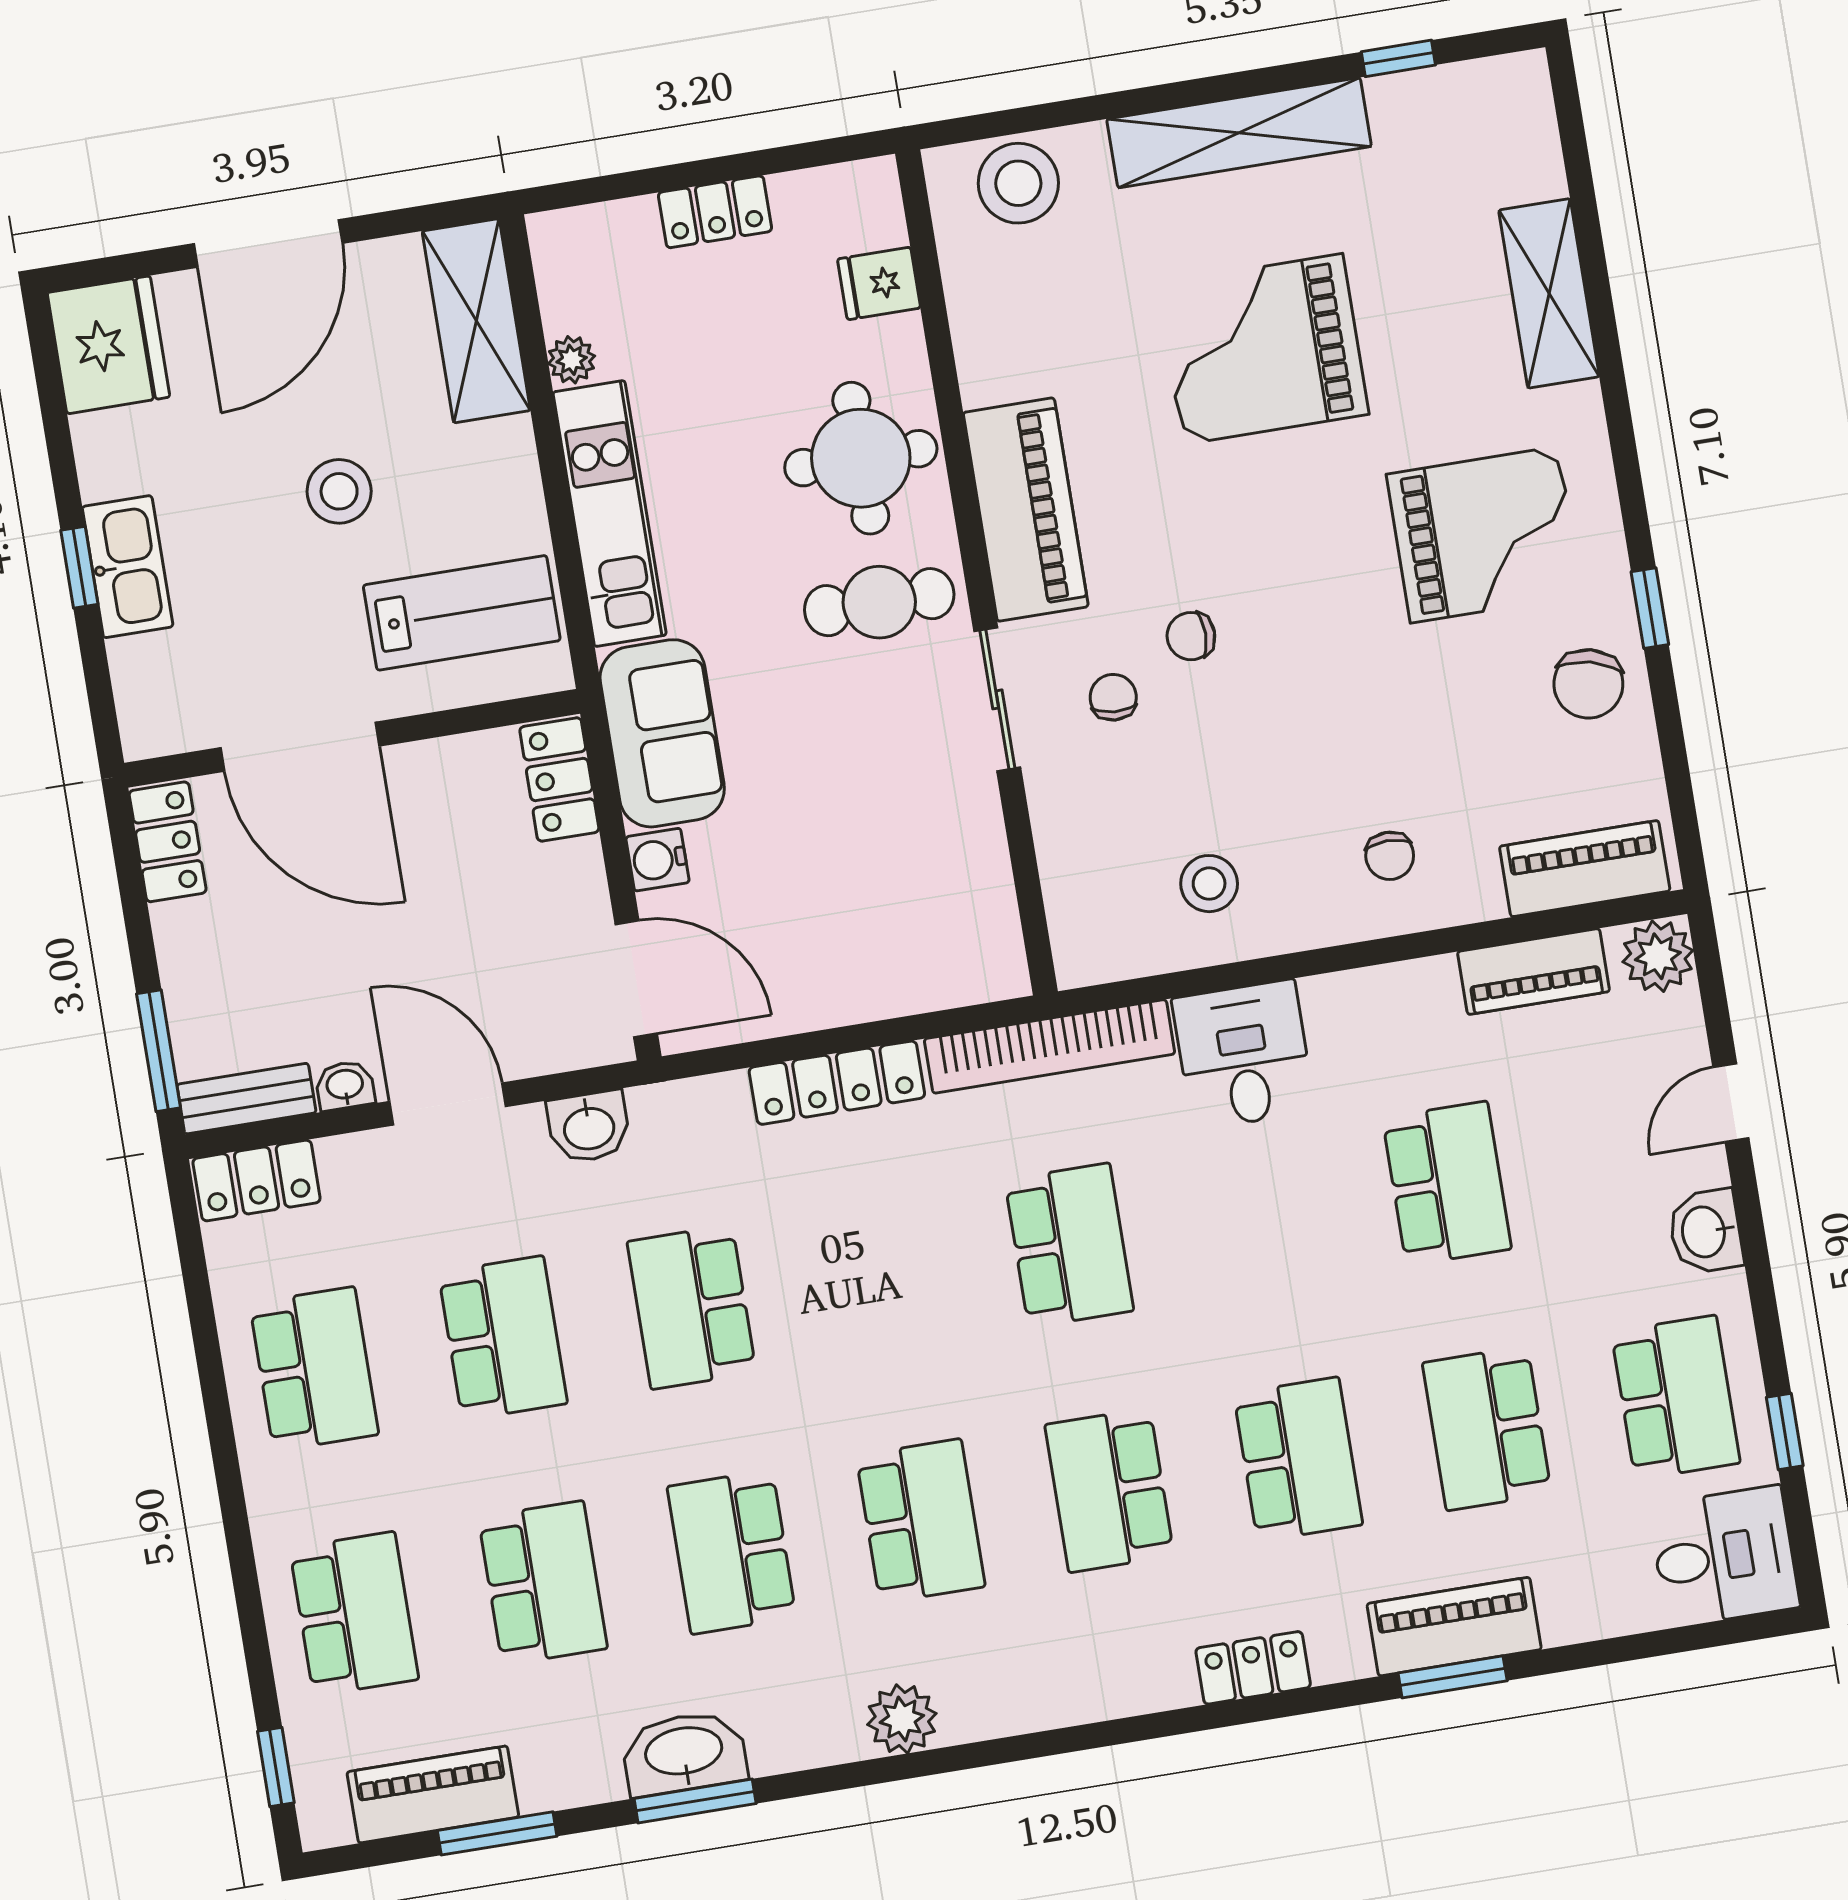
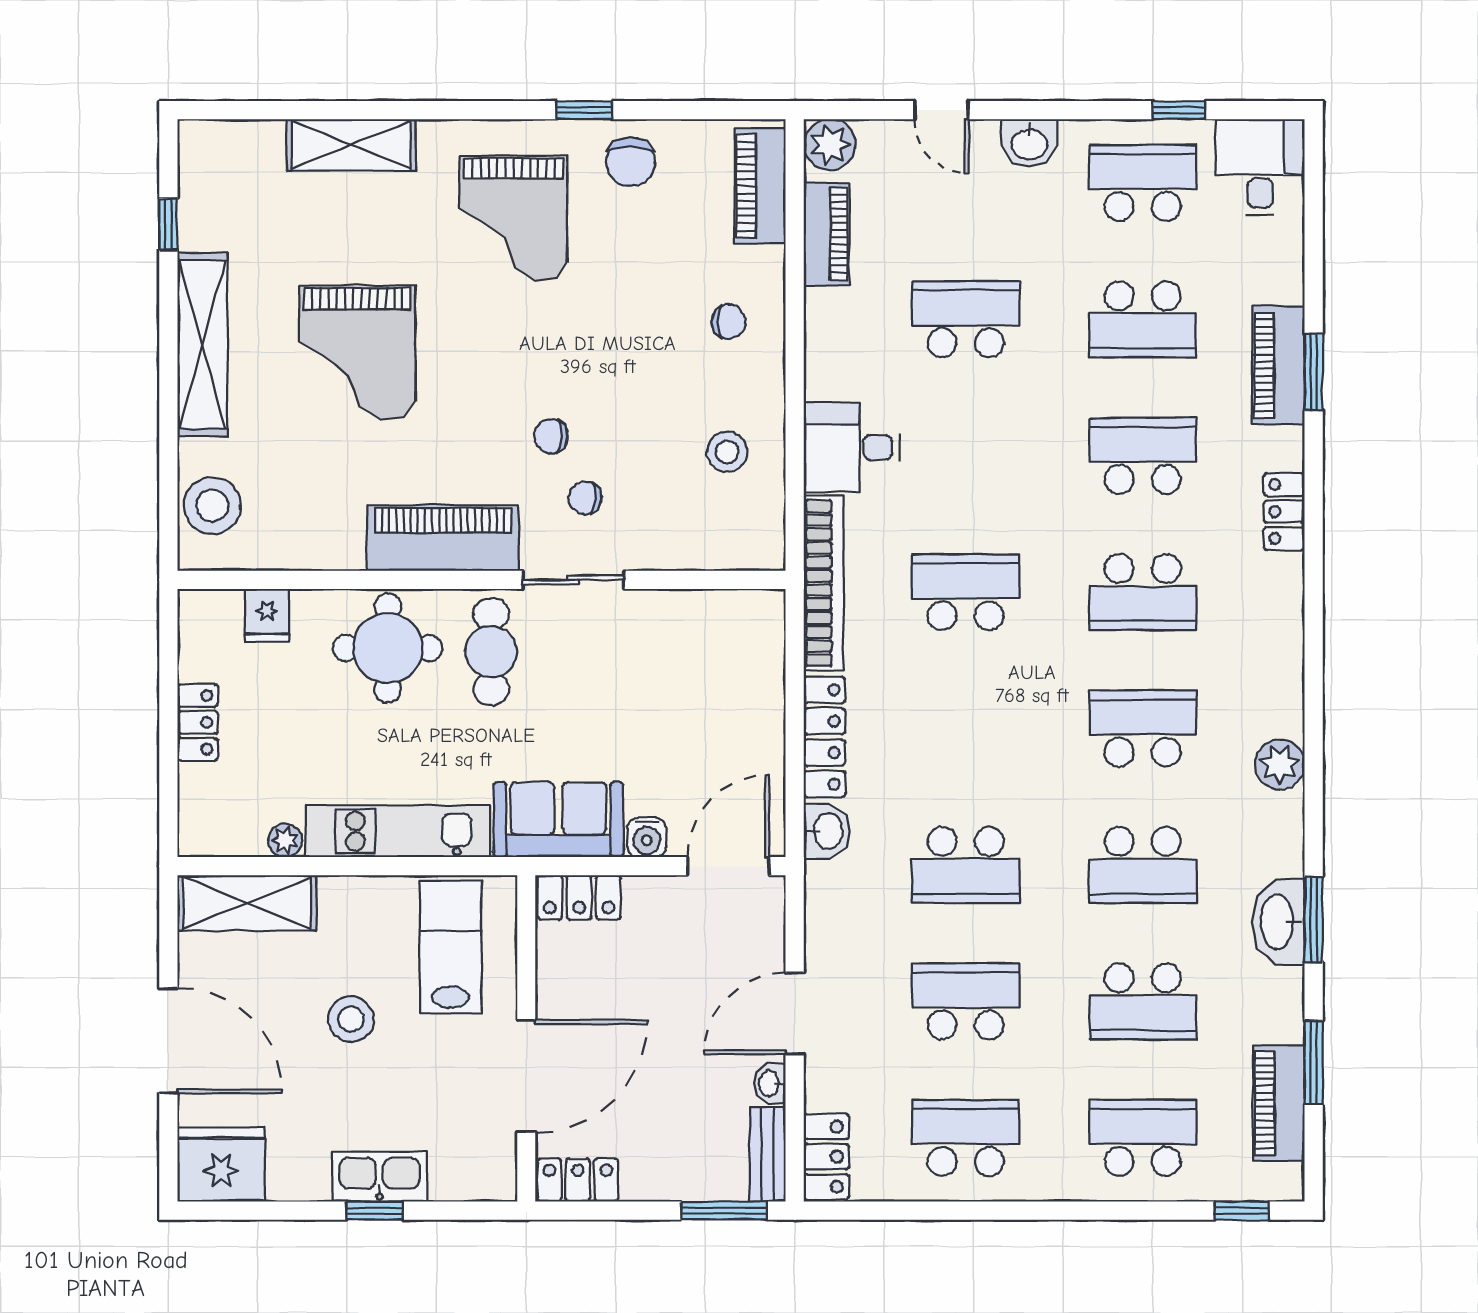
grand piano: (1484, 535) -> (513, 218), turned 180
chair: (1191, 636) -> (551, 436), turned 90
chair: (1588, 684) -> (630, 162), turned 76
washbasin: (589, 1127) -> (827, 831), moved
school desk: (543, 1583) -> (1143, 1001), turned 180

